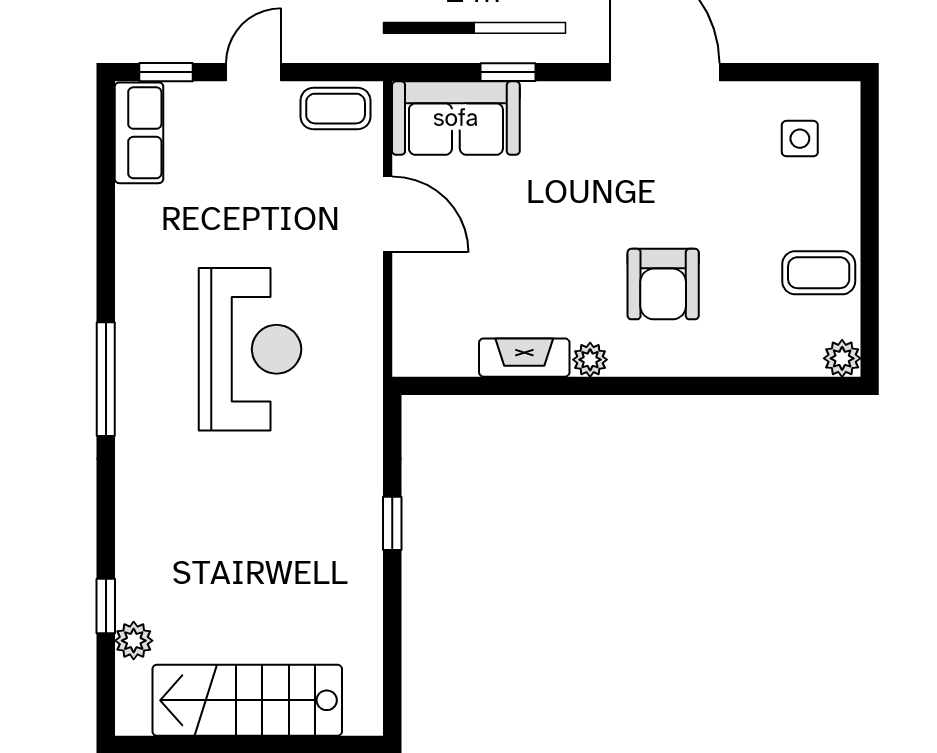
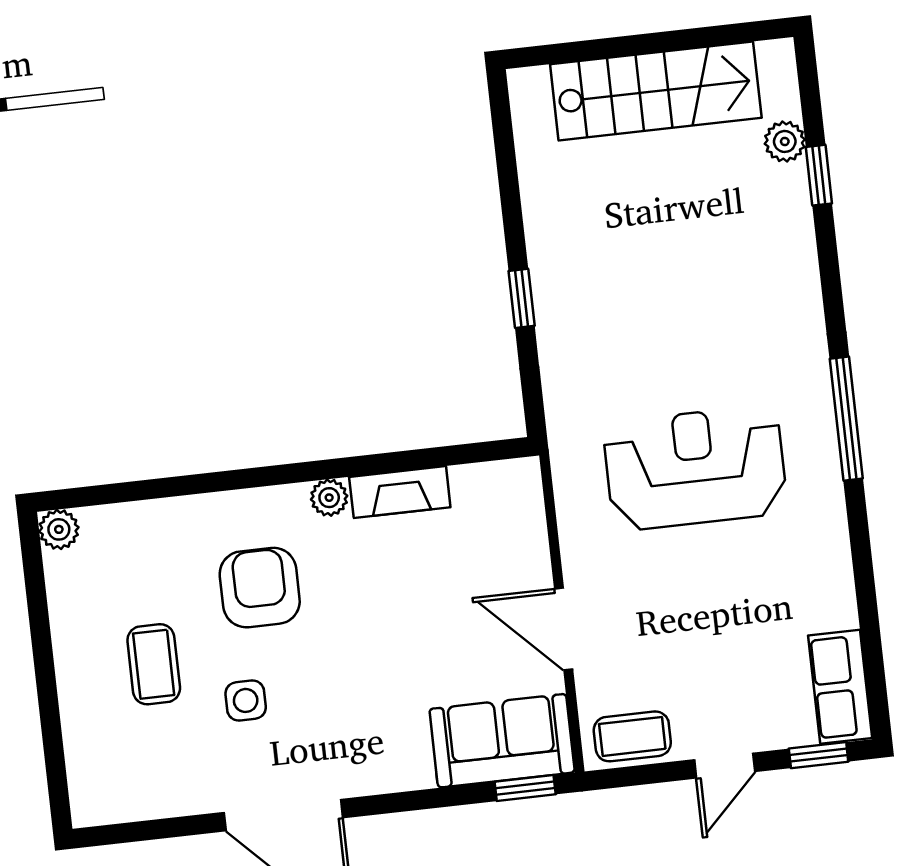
window: (508, 72) -> (525, 788), moved
side table: (800, 139) -> (246, 700), moved
coffee table: (819, 273) -> (154, 664), moved, turned 90
reception desk: (250, 349) -> (695, 468), turned 90

